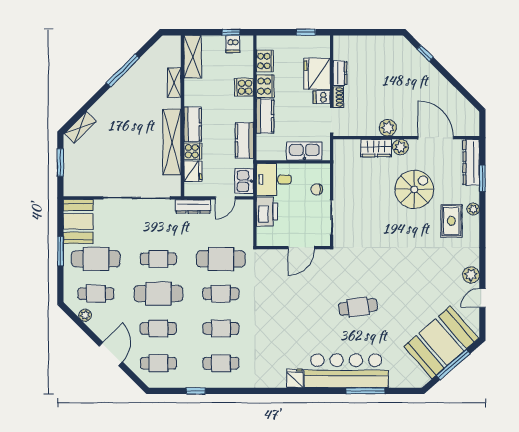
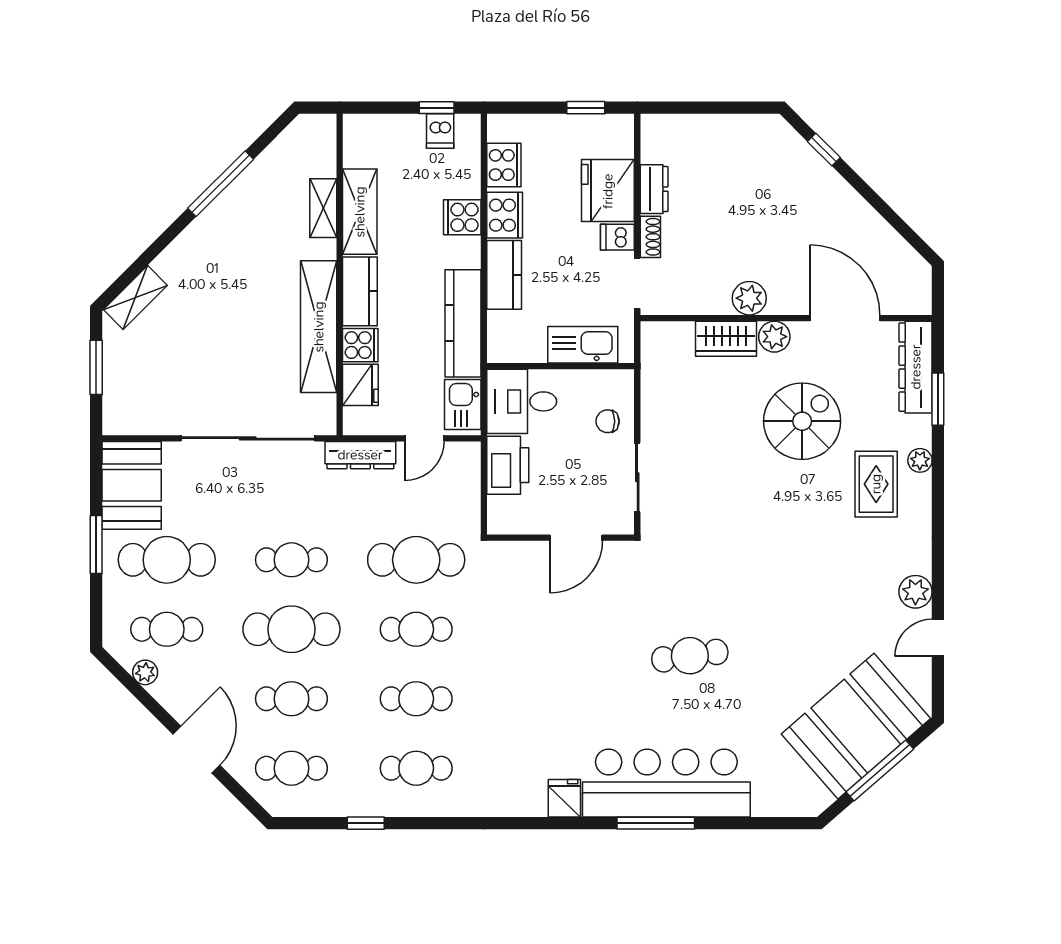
shelving: (193, 57) -> (360, 212), moved
kitchen counter: (244, 140) -> (463, 323), width x1.50
window: (365, 391) -> (656, 823), moved

